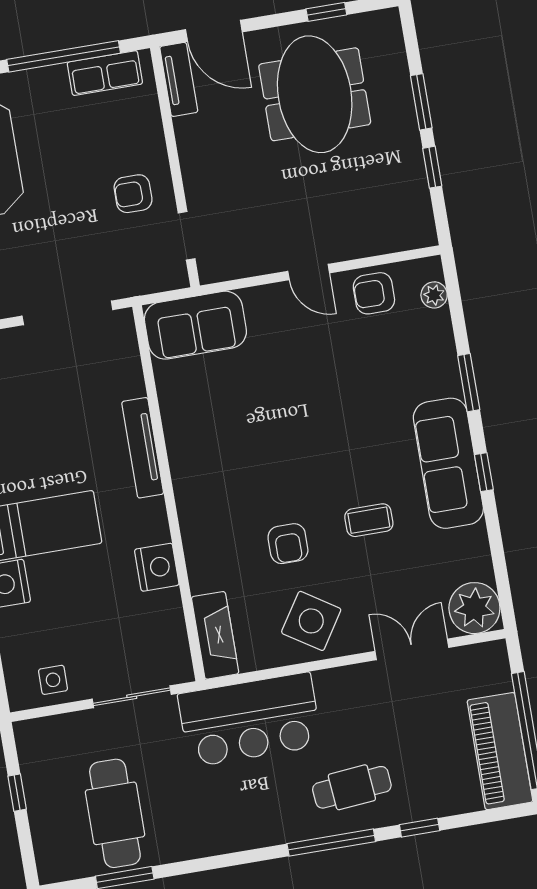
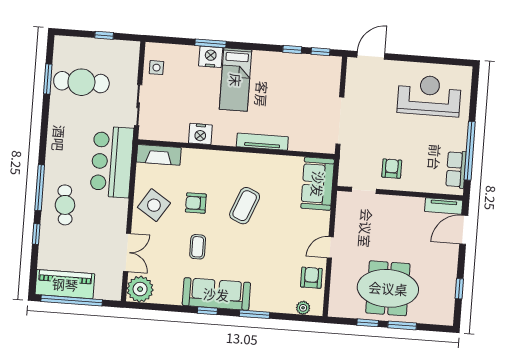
meeting table: (315, 94) -> (388, 288), moved
coffee table: (270, 451) -> (245, 206), added

